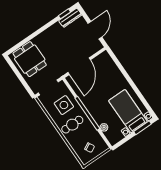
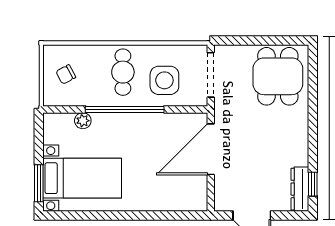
dining table: (30, 59) -> (278, 76), turned 90
door: (79, 66) -> (211, 149), hinge flipped

